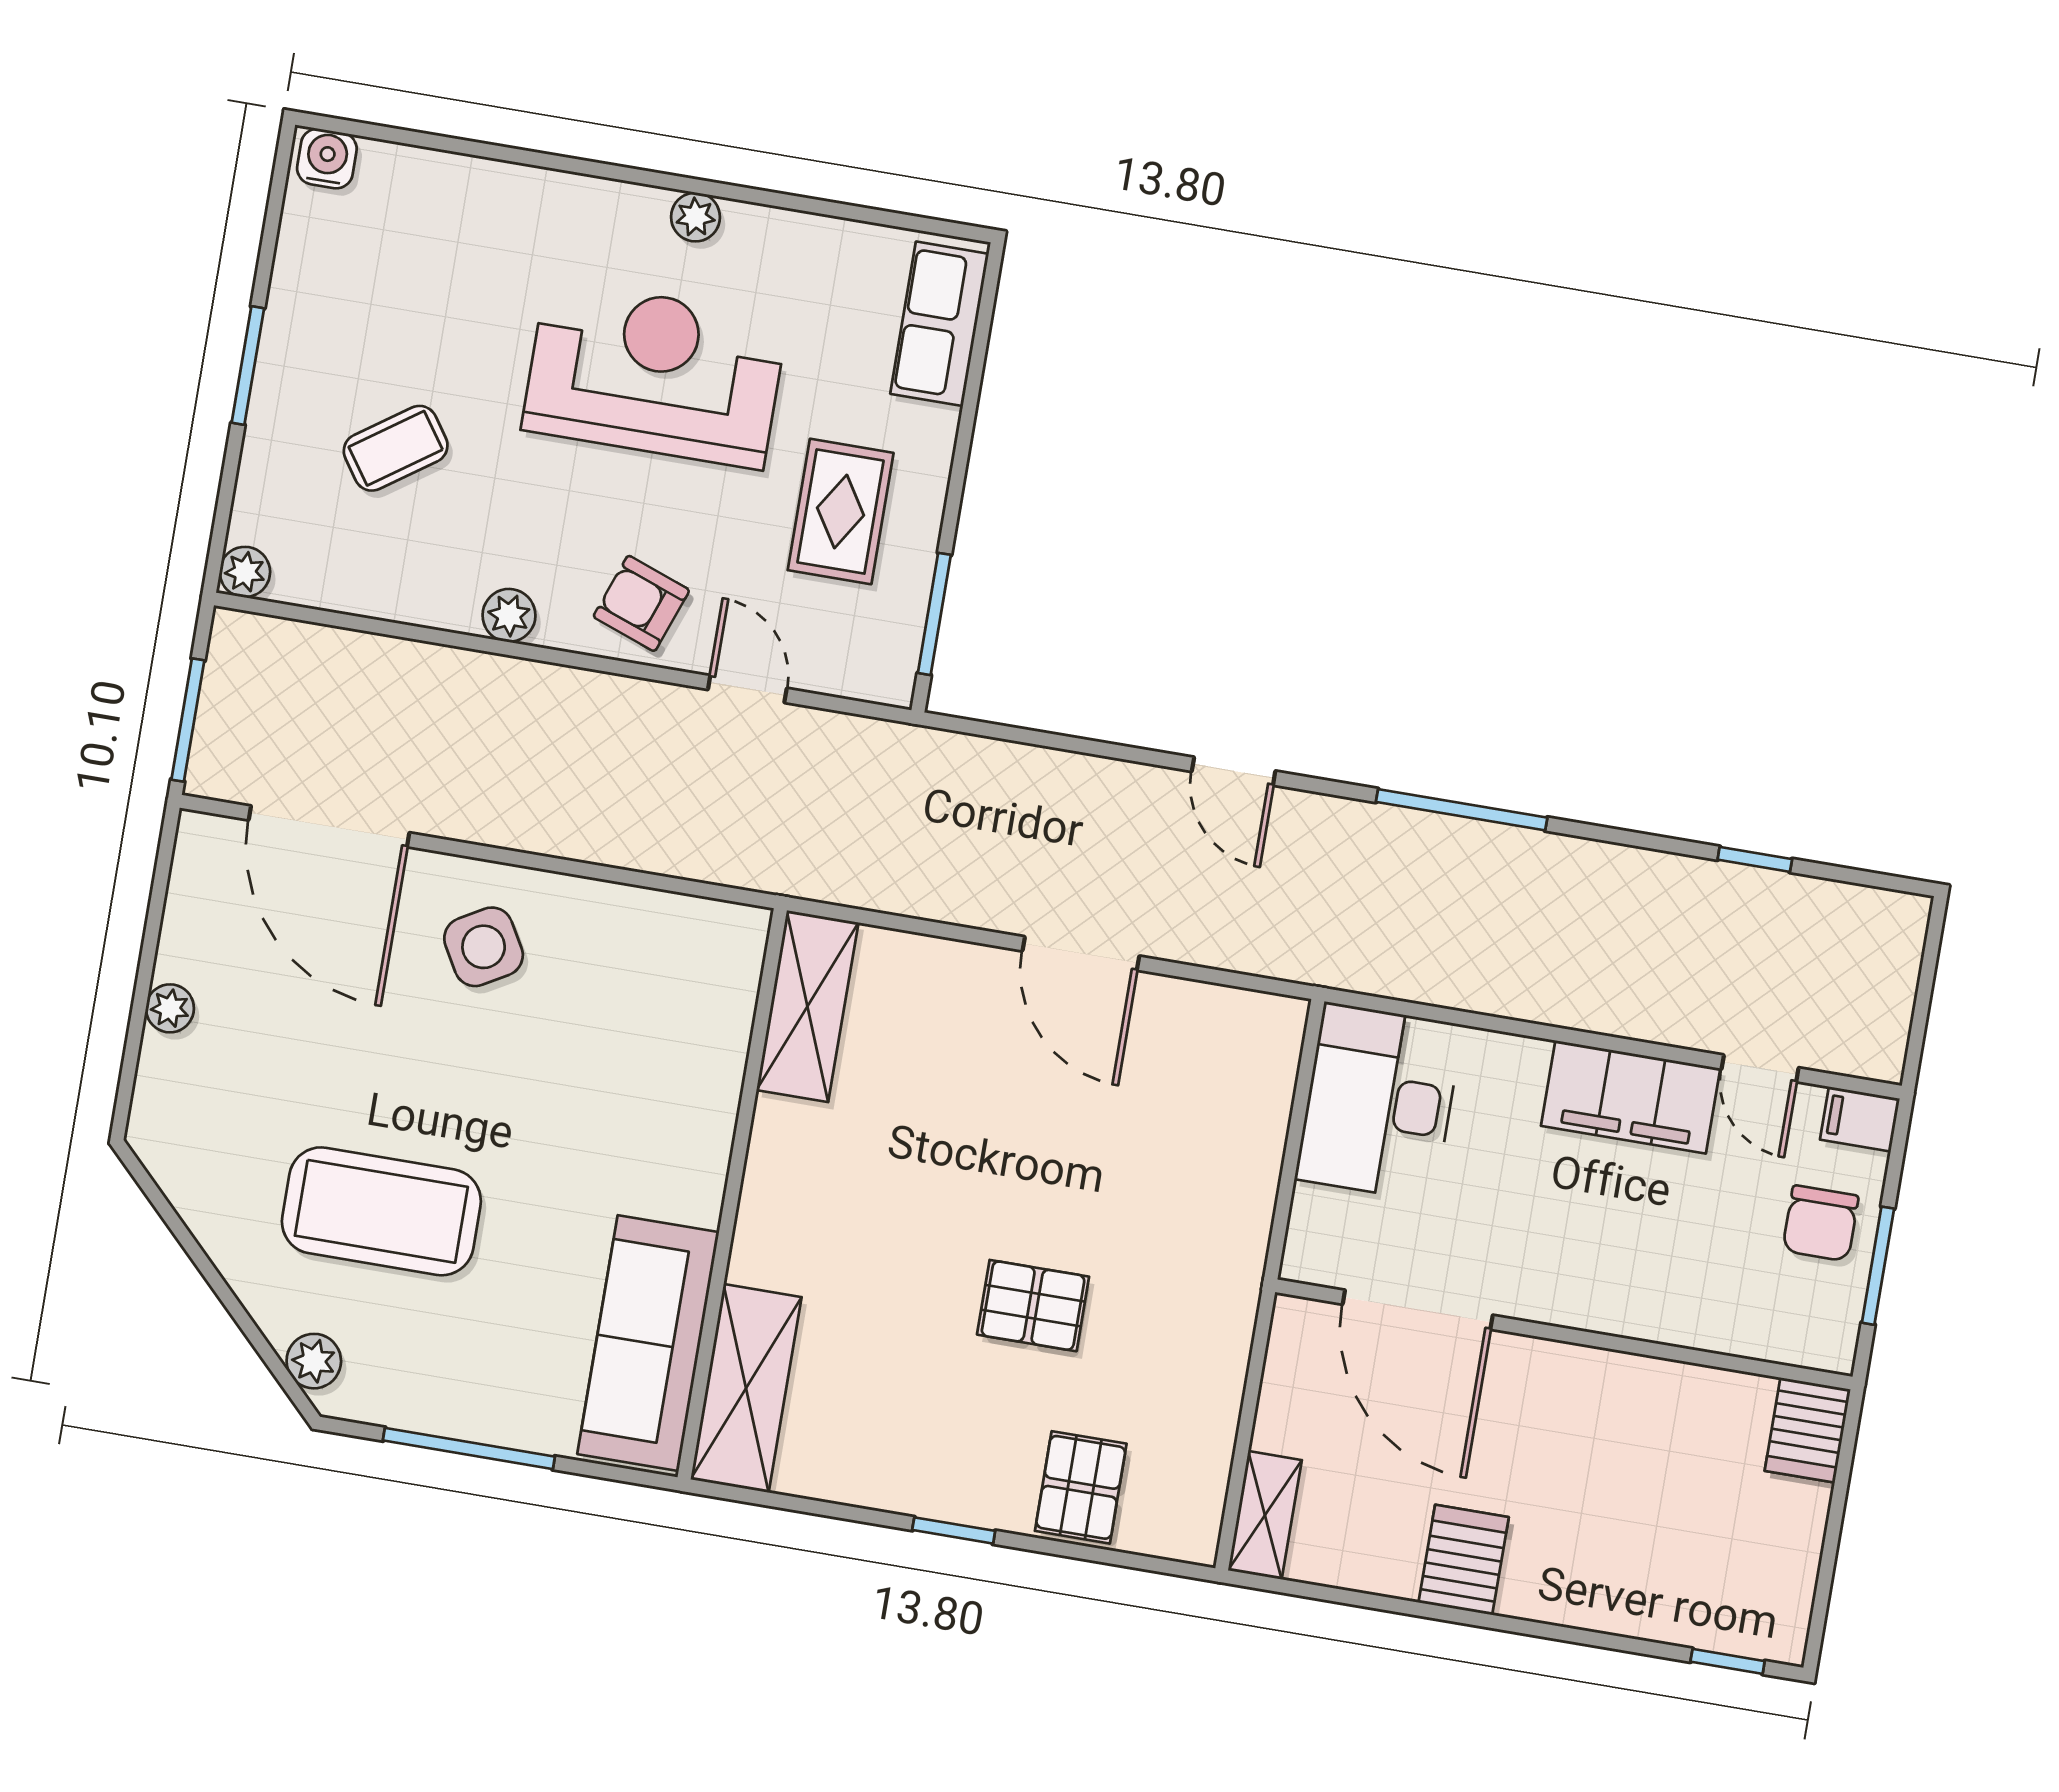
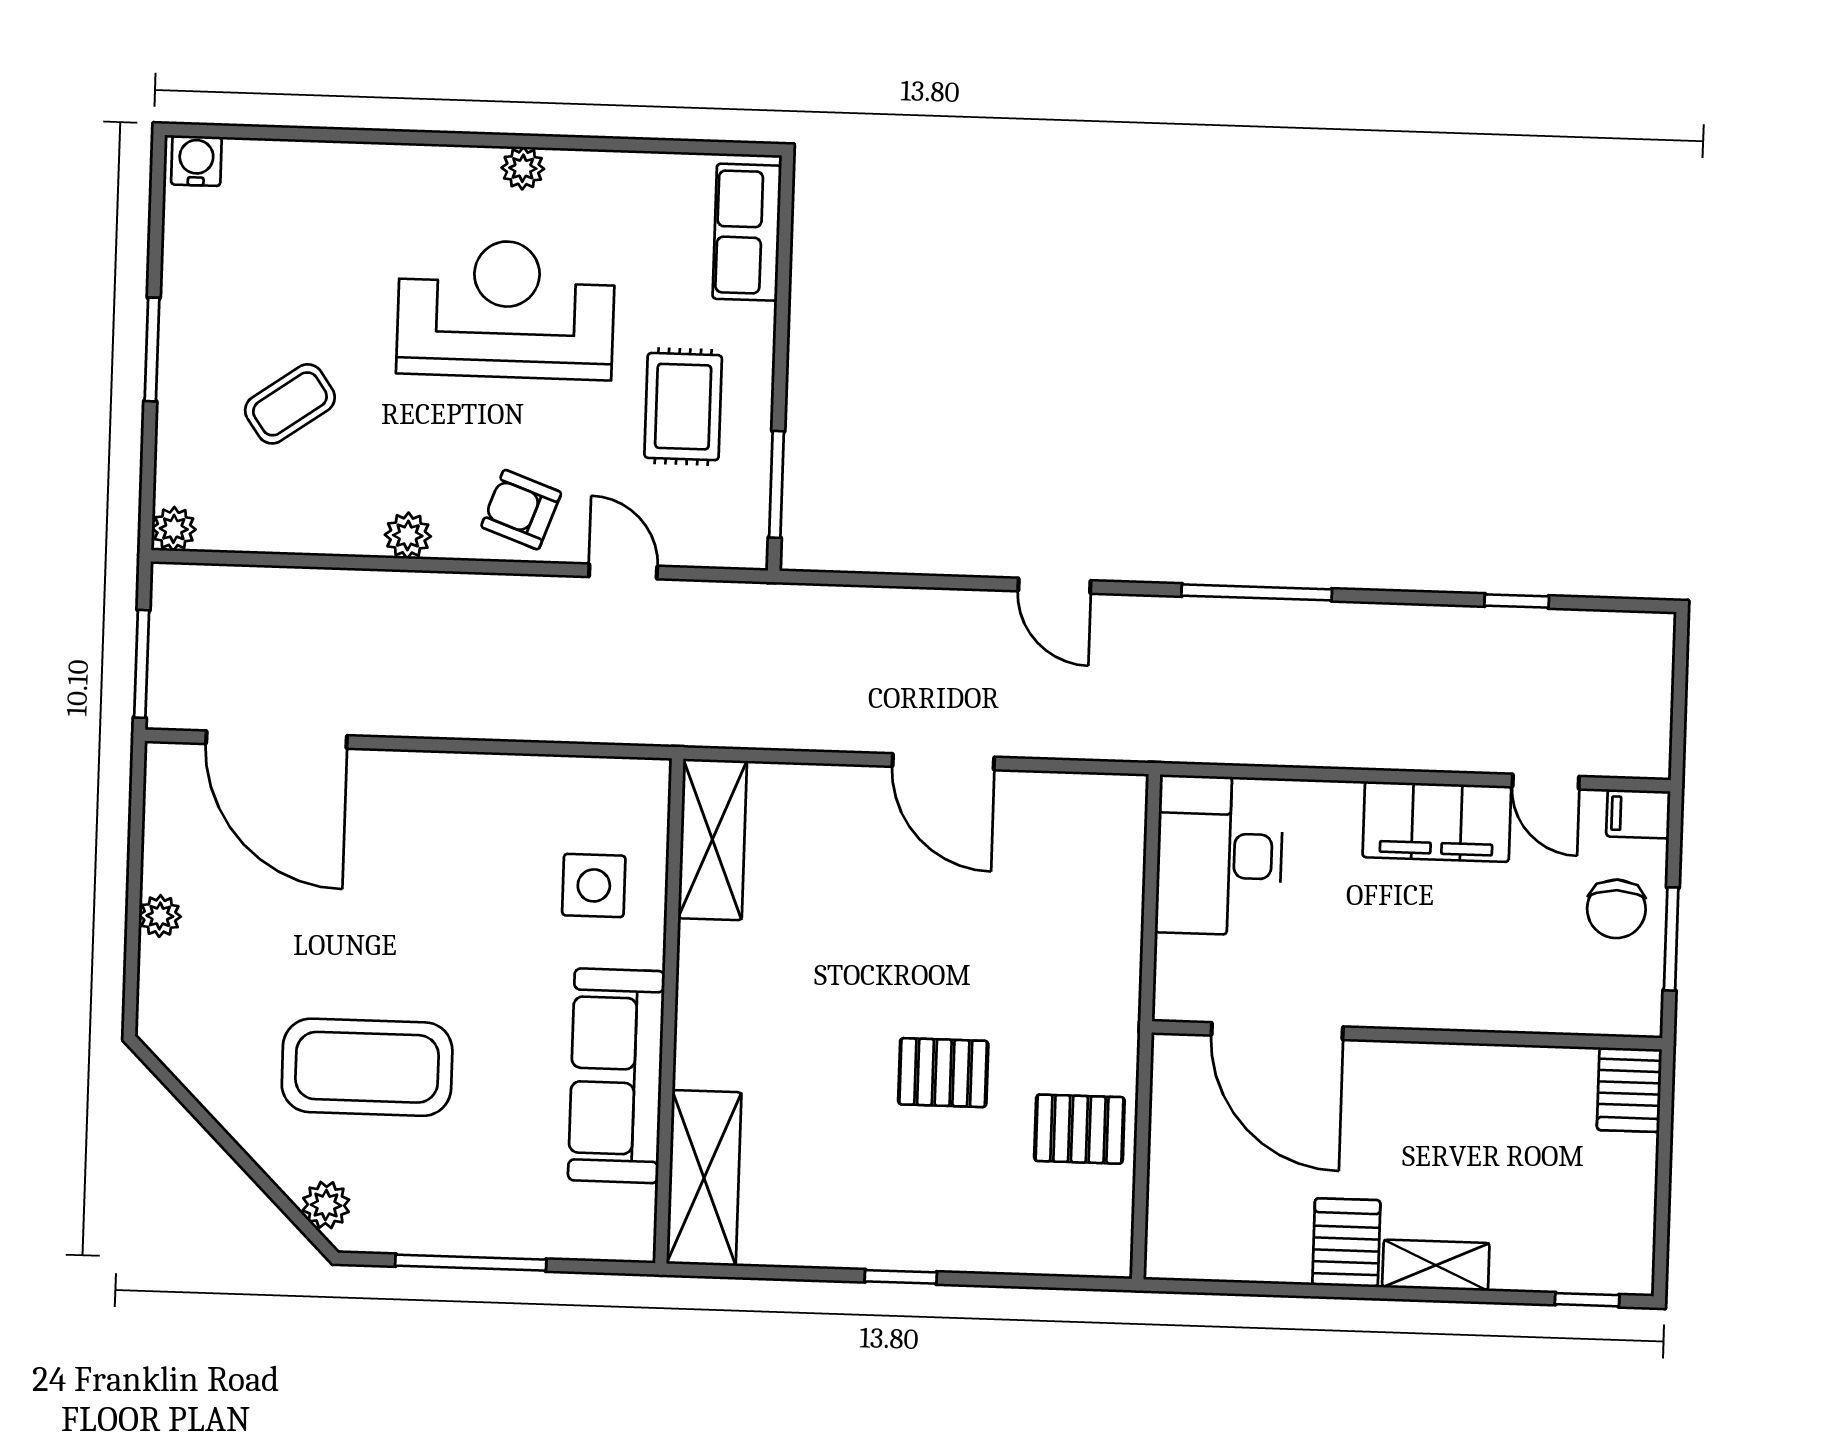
side table: (484, 947) -> (594, 885), moved, turned 30
sofa: (648, 1343) -> (616, 1076), moved
pallet: (1081, 1487) -> (1079, 1129), moved, turned 90
shelving: (1265, 1515) -> (1436, 1265), moved, turned 90

